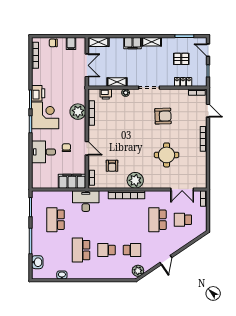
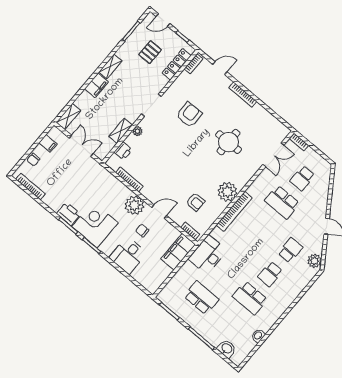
locker: (183, 82) -> (177, 64), width x1.53
plant: (78, 112) -> (134, 205), moved
school desk: (56, 220) -> (201, 298), turned 180

